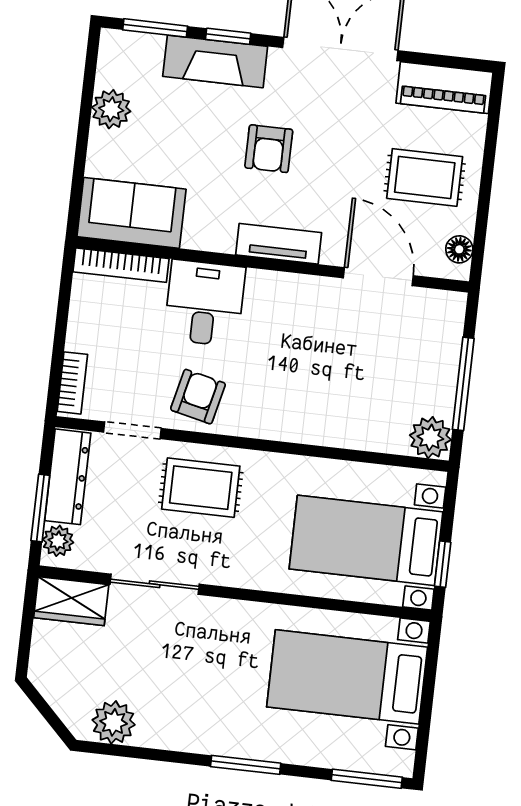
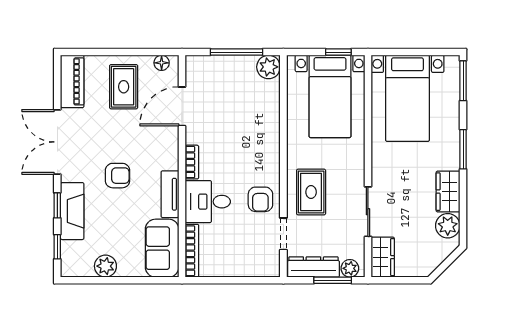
window: (155, 28) -> (57, 247), width x0.67
tv unit: (279, 244) -> (170, 194), moved
bookcase: (72, 383) -> (192, 162), moved, turned 90
armchair: (198, 397) -> (260, 199), turned -103
wardrobe: (174, 730) -> (448, 192), added

